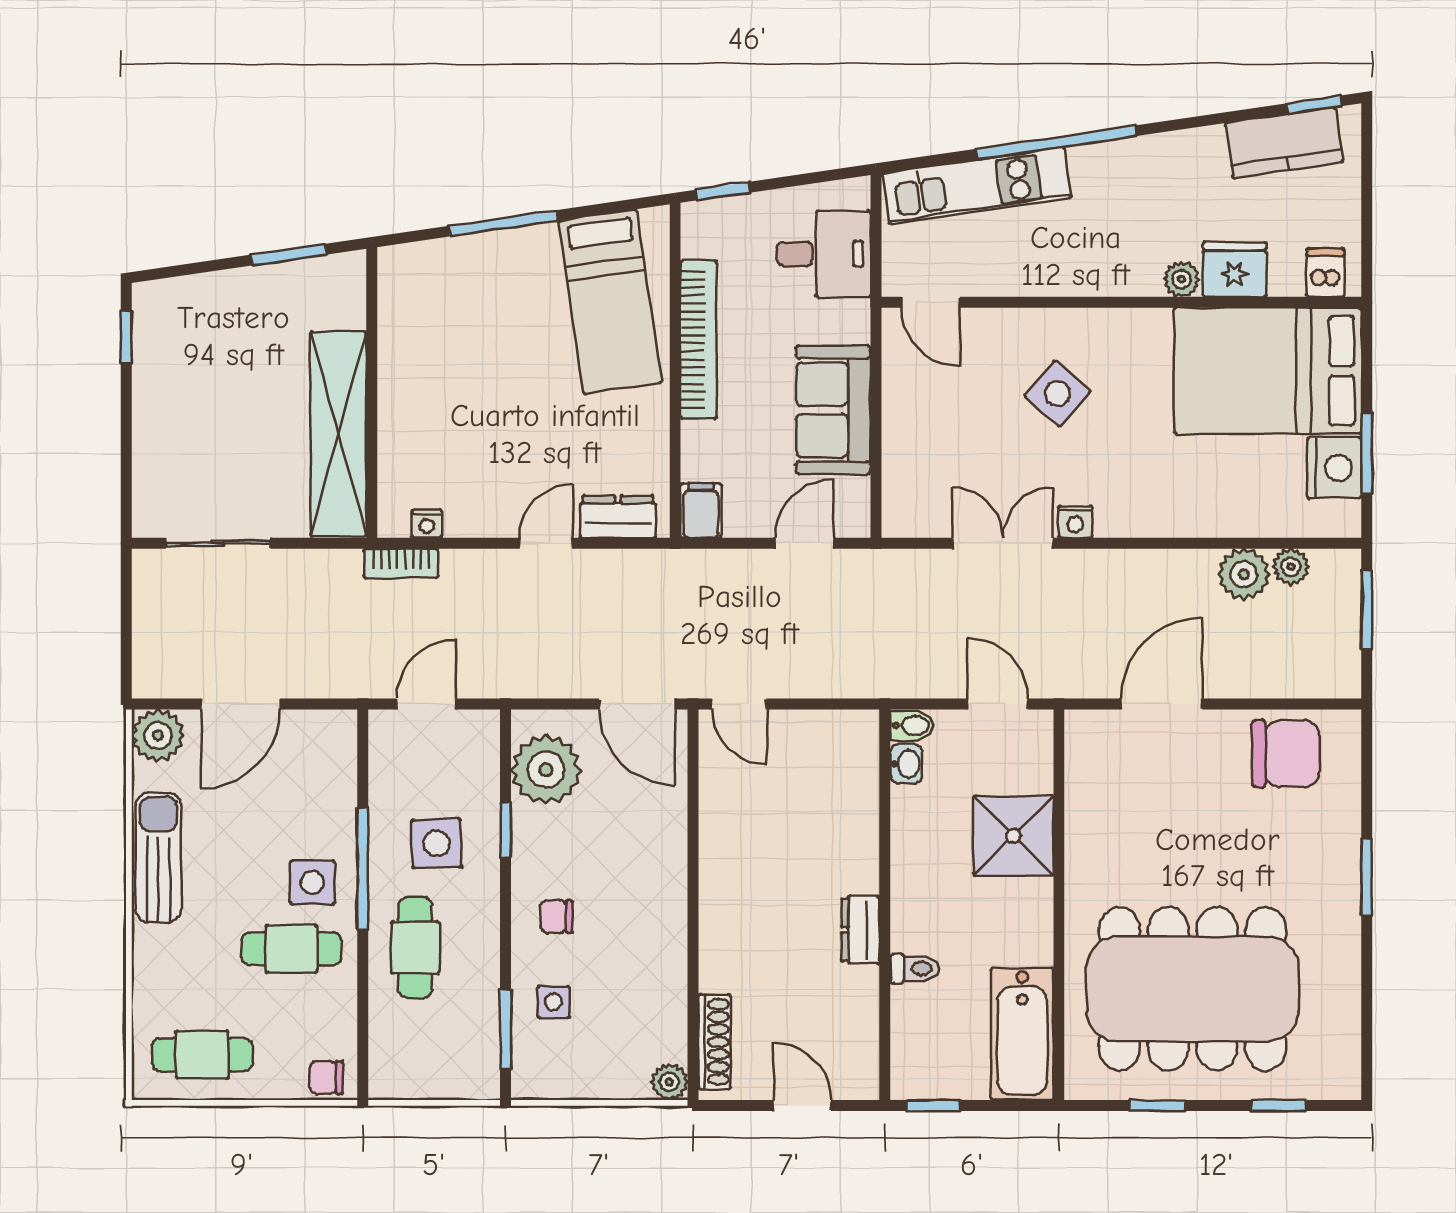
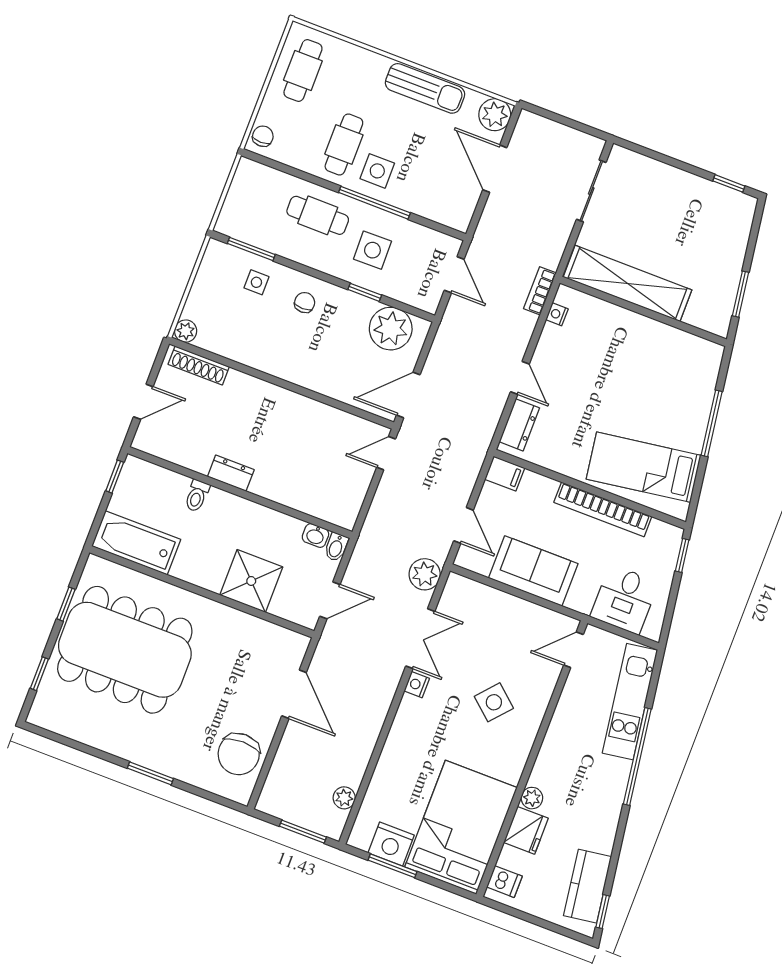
plant: (1244, 574) -> (425, 574), moved
dining table: (1193, 989) -> (125, 650), turned 90

